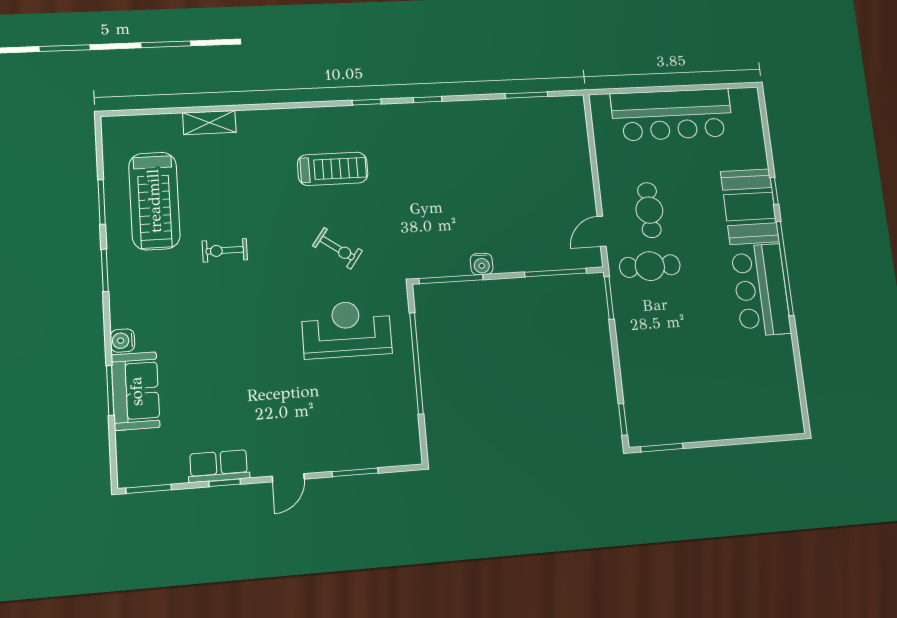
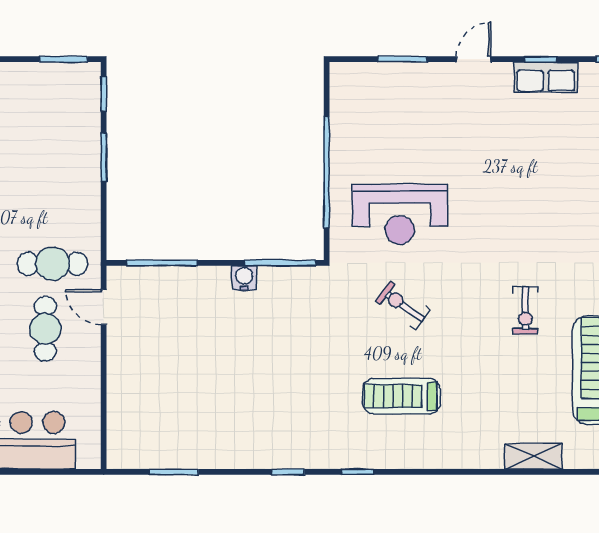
door: (602, 231) -> (104, 307), swing flipped
exercise bike: (225, 250) -> (525, 310), turned 90
window: (609, 298) -> (104, 157), moved

